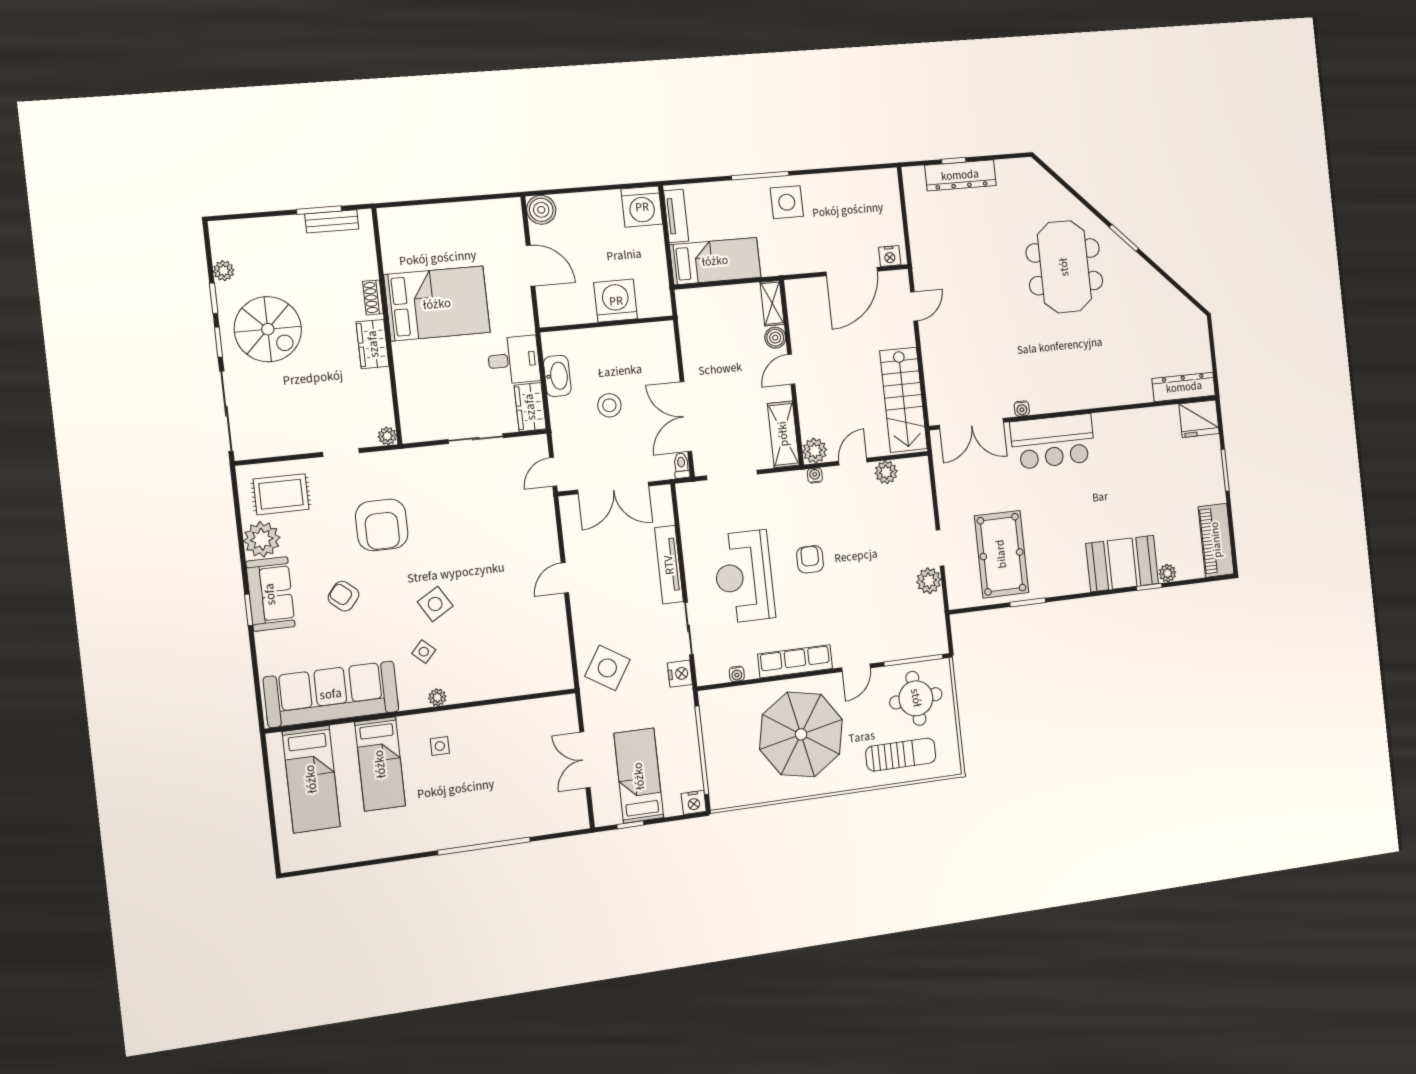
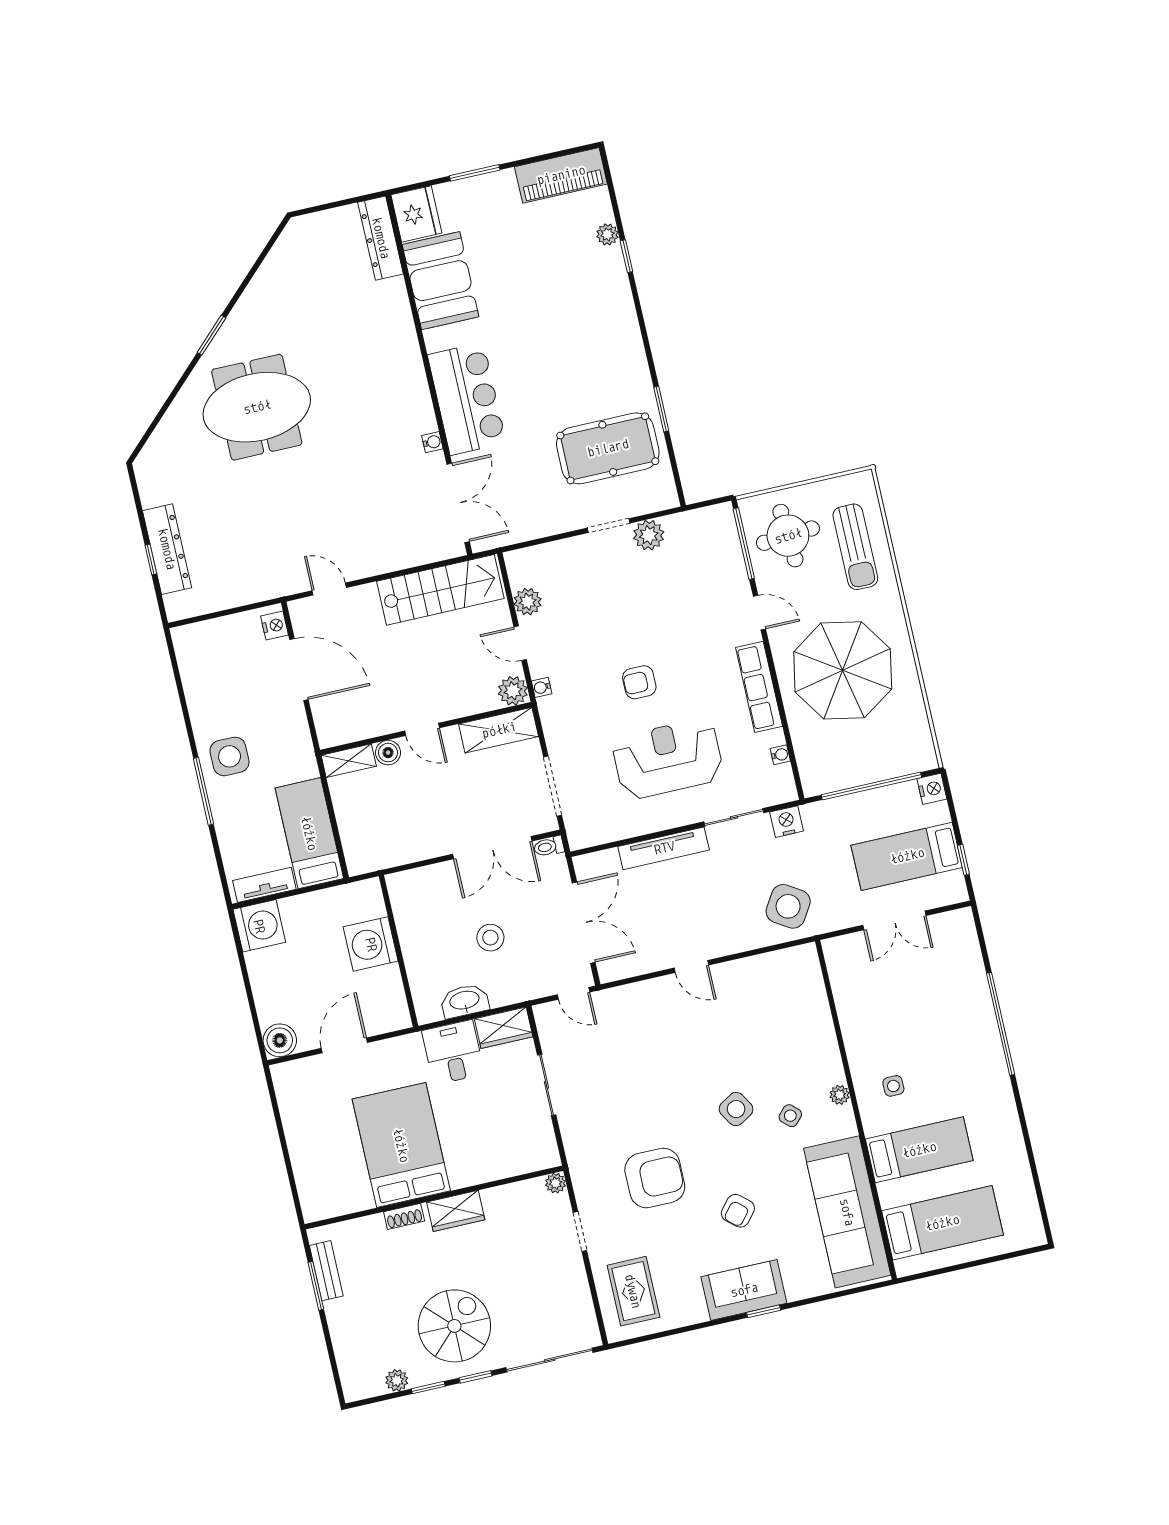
plant: (262, 539) -> (685, 1306), removed
booth: (1122, 564) -> (441, 281), moved
reception desk: (744, 577) -> (668, 759), turned 180
sun lounger: (901, 755) -> (855, 547), turned 180

